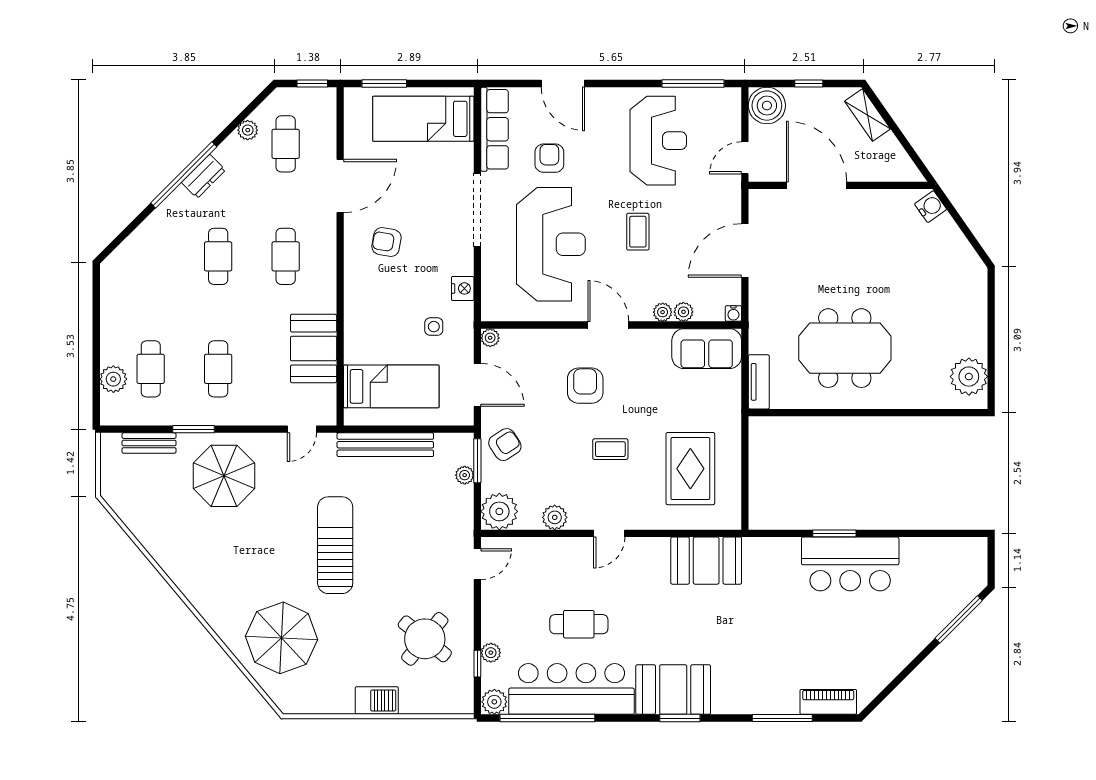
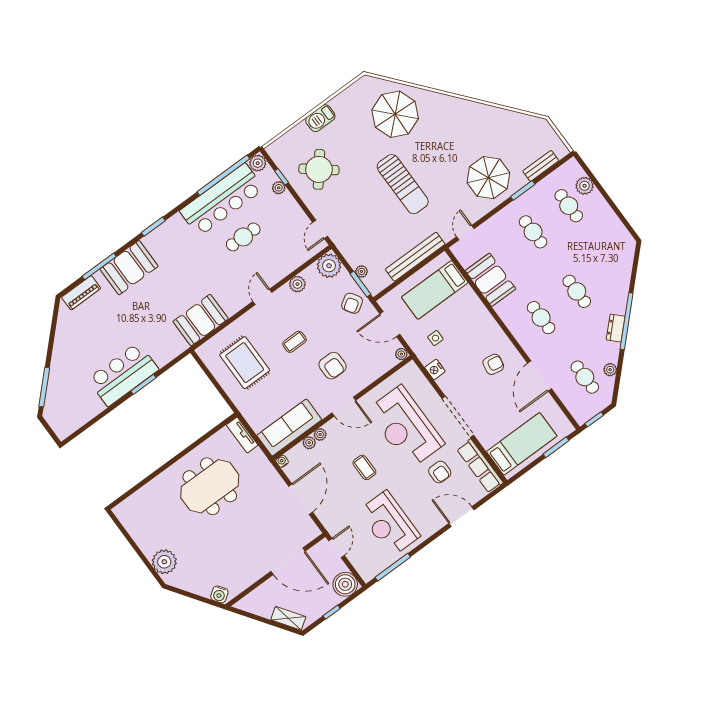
sofa: (707, 349) -> (289, 427), width x1.36
plant: (969, 377) -> (164, 562), moved
booth: (673, 690) -> (129, 268), moved

